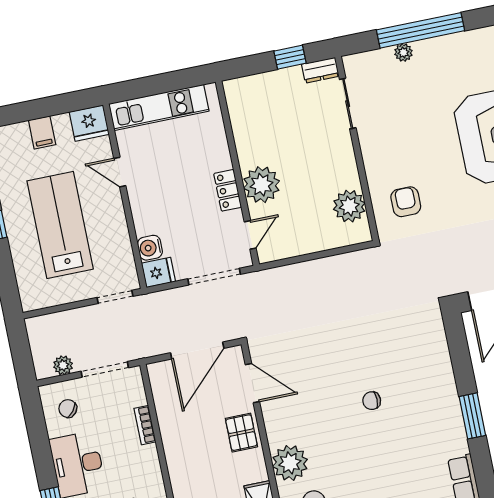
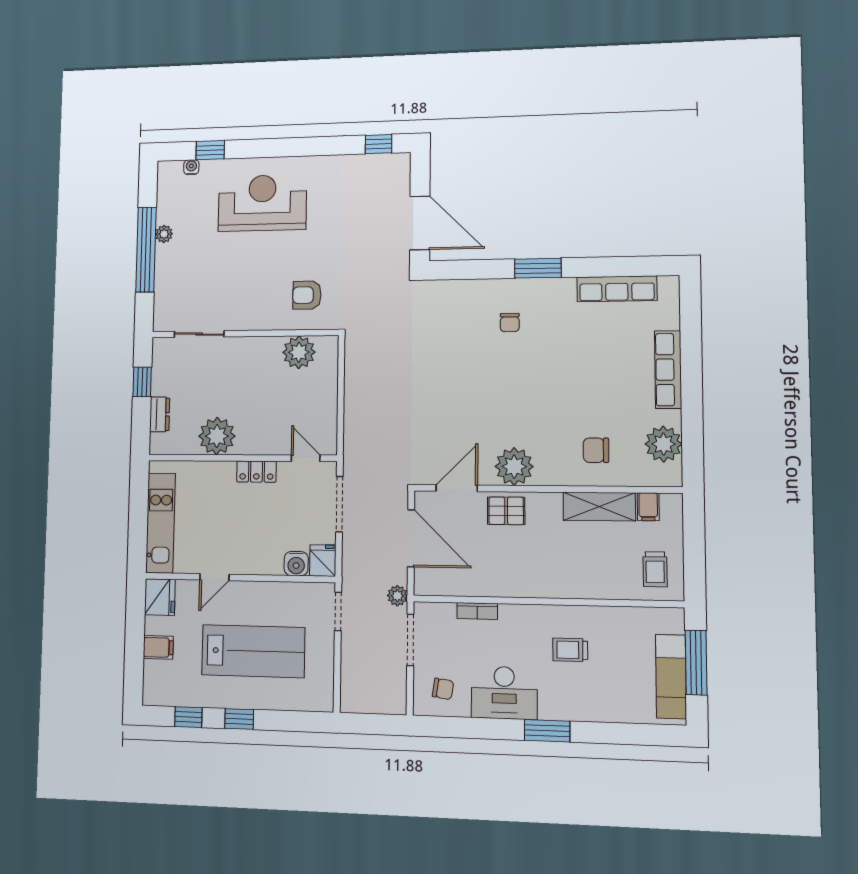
plant: (403, 52) -> (164, 234), moved
dresser: (320, 70) -> (160, 414), moved
plant: (261, 185) -> (217, 436), moved
lab bench: (60, 225) -> (253, 651), turned 180
plant: (63, 365) -> (397, 596), moved
chair: (372, 401) -> (510, 323), moved
chair: (68, 409) -> (443, 689), turned -121
plant: (290, 463) -> (514, 467), moved

